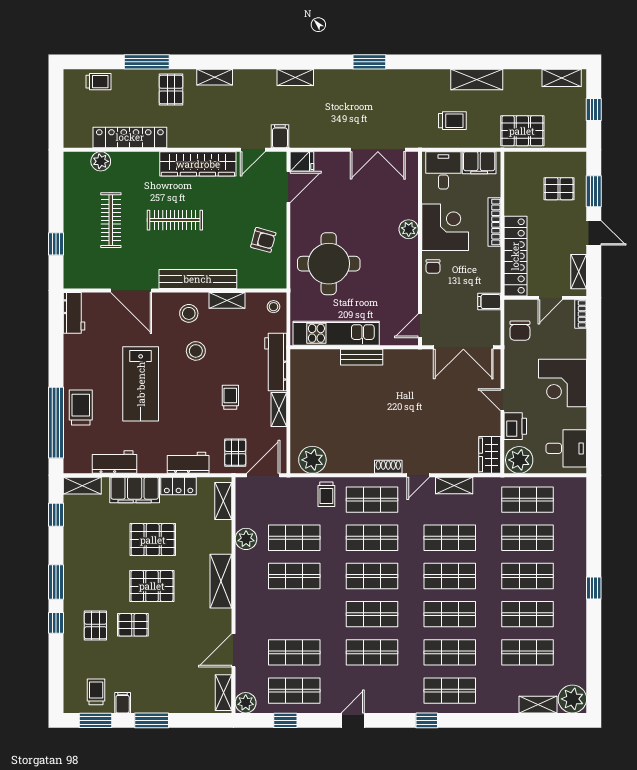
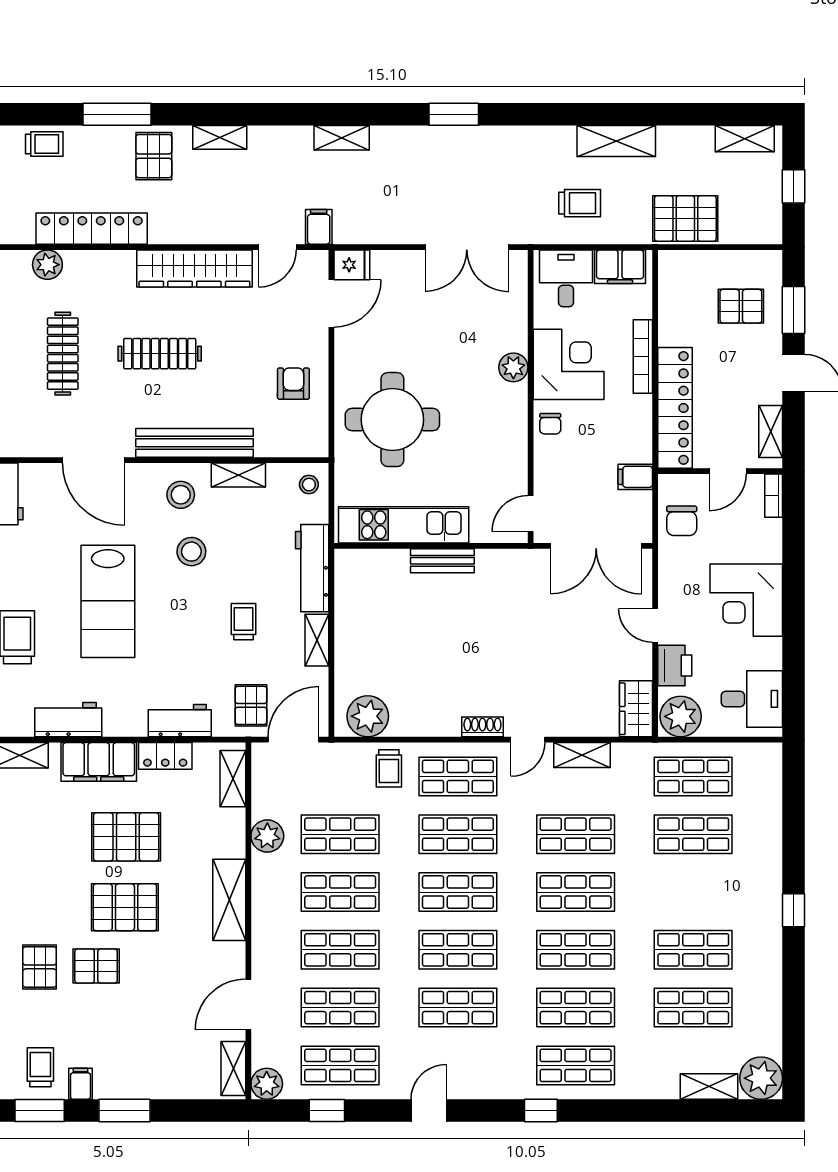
armchair: (263, 240) -> (293, 384), turned -105
shop shelf: (528, 576) -> (340, 950), moved

